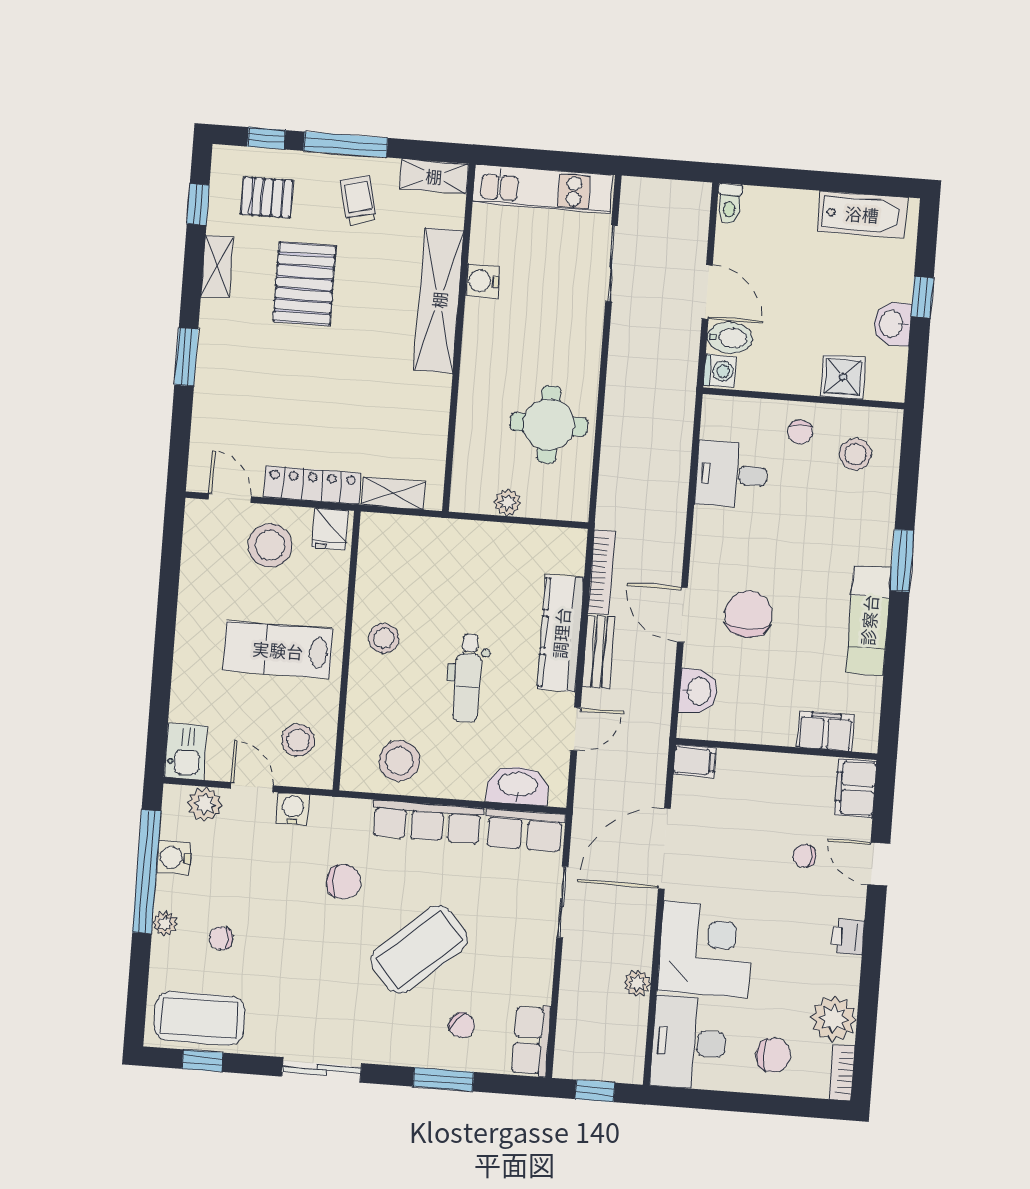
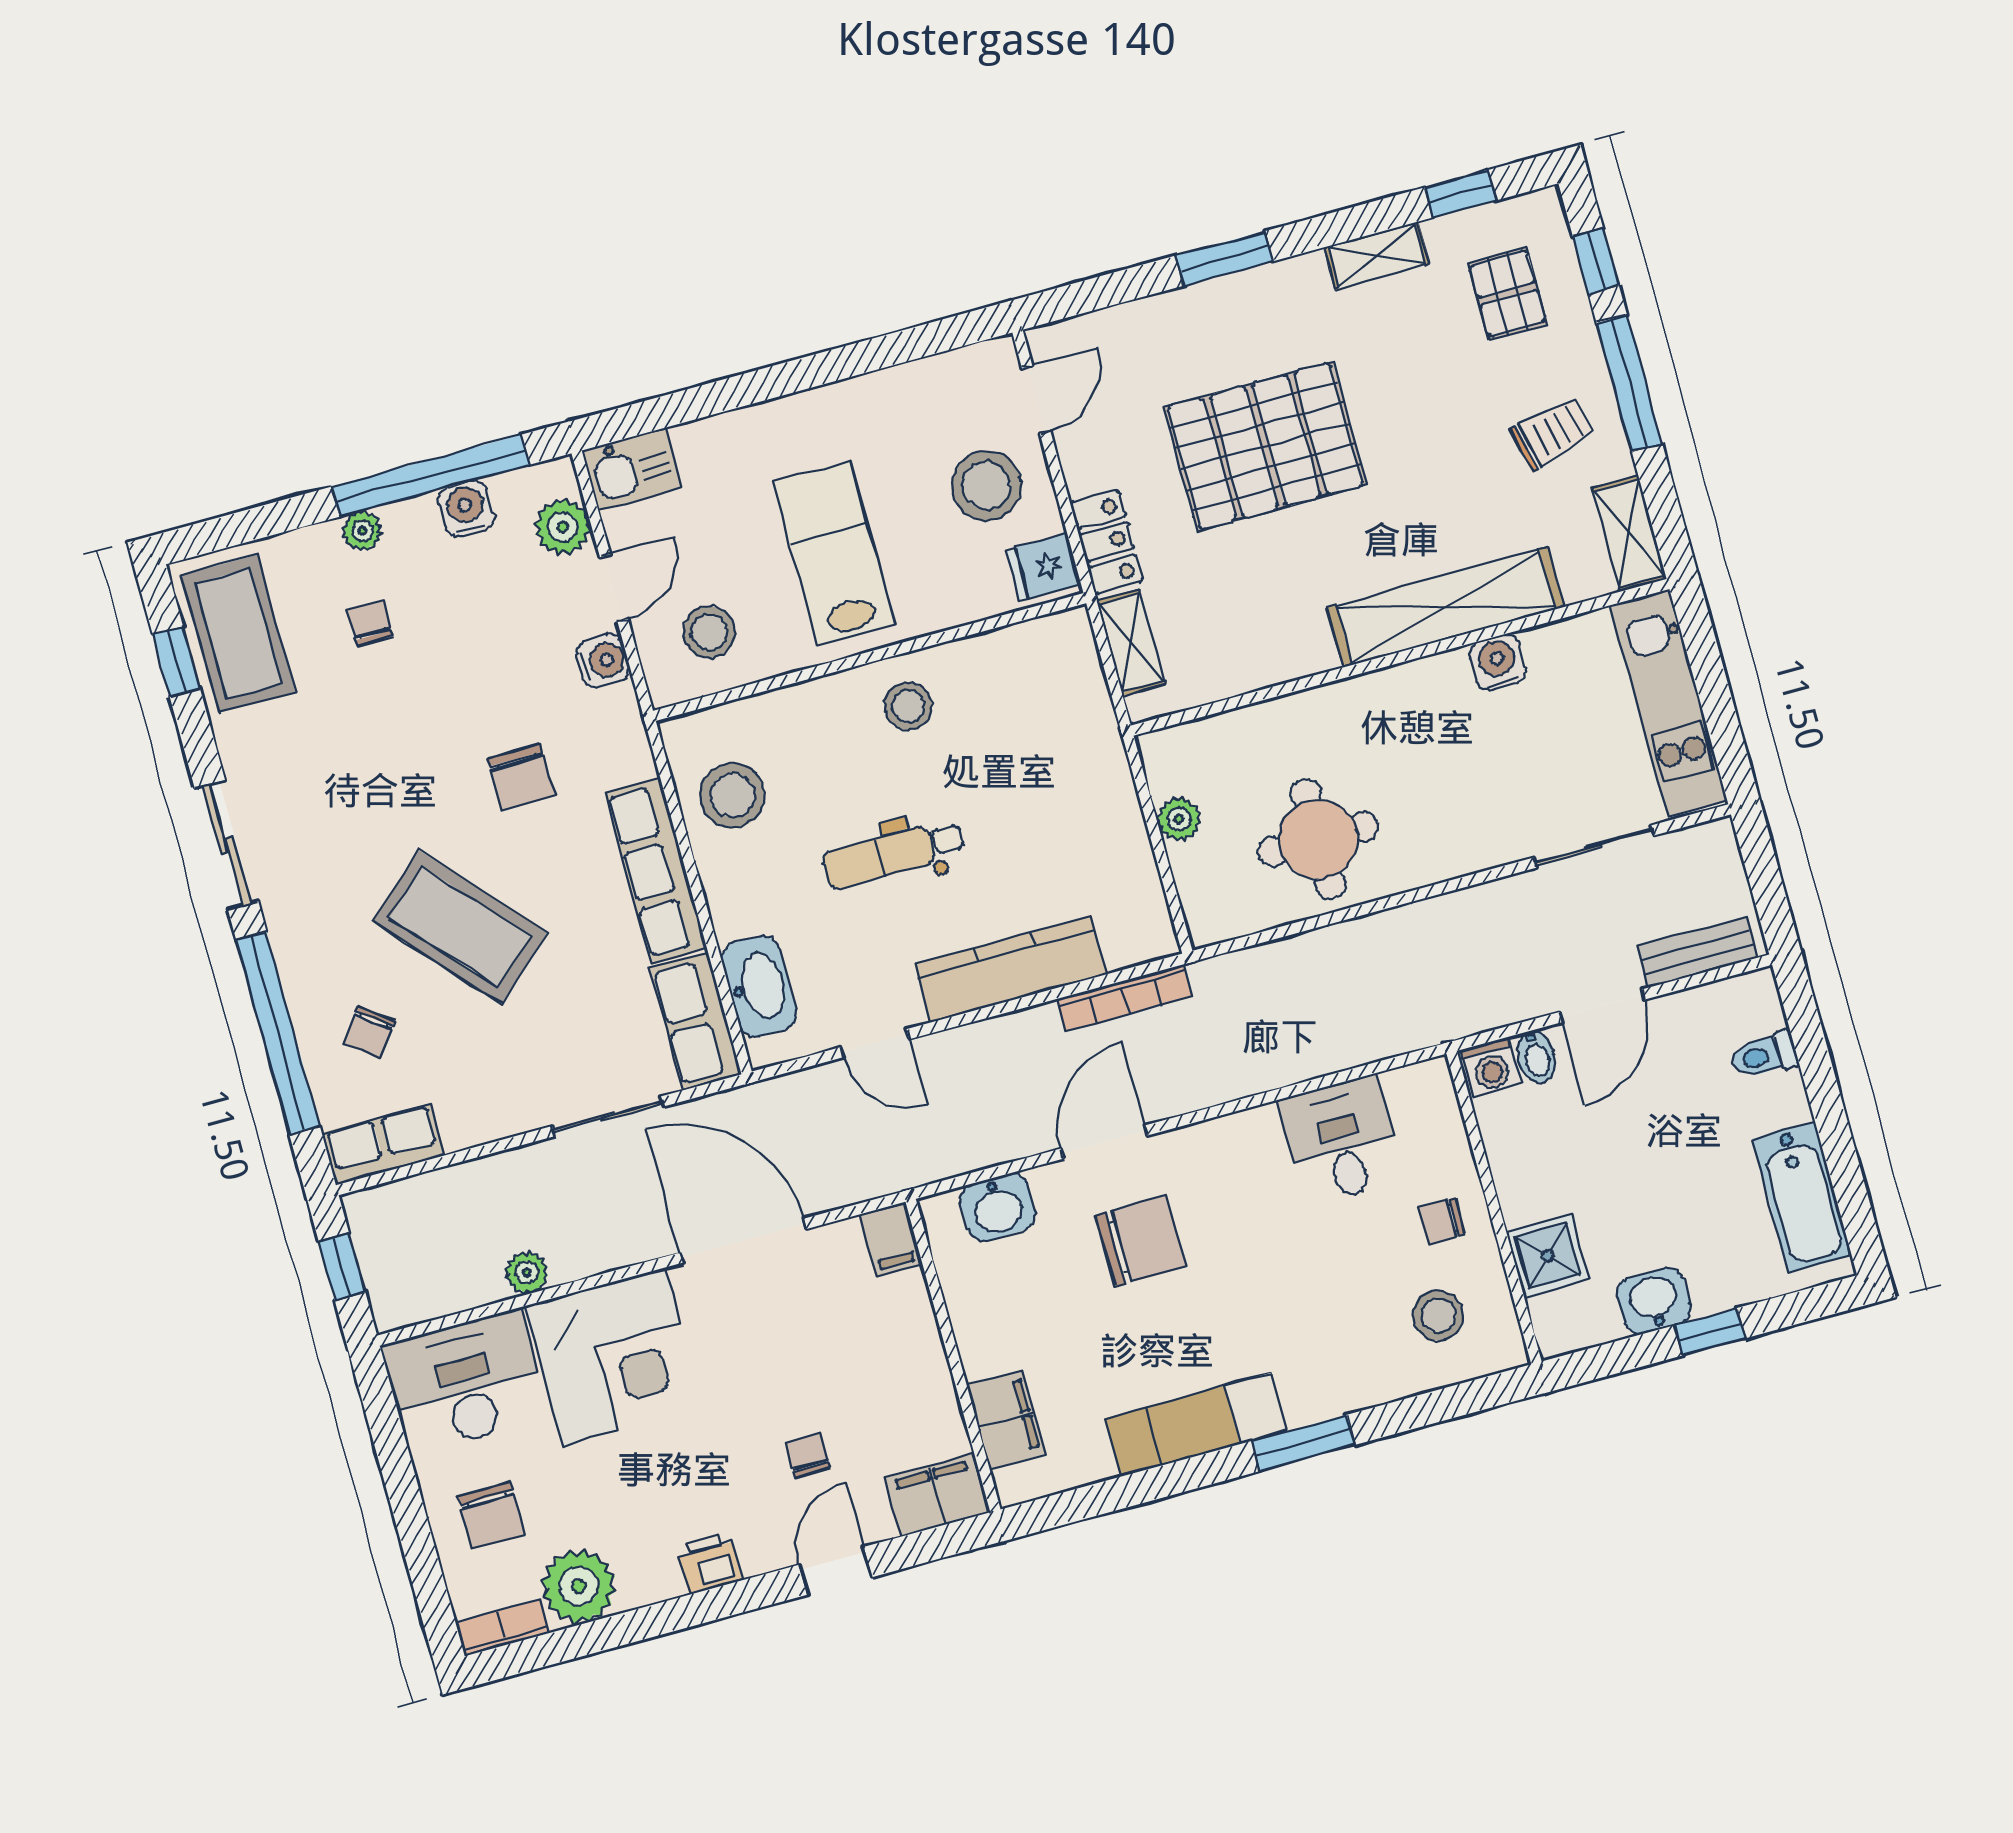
toilet: (729, 204) -> (1764, 1056), moved
pallet: (305, 284) -> (1265, 446), moved, width x1.37, depth x1.41
bidet: (729, 338) -> (1536, 1057), width x0.72, depth x0.74
locker: (312, 485) -> (1107, 542), width x0.66
bench: (598, 652) -> (1697, 952), moved
window: (443, 1079) -> (278, 1033), width x2.11

